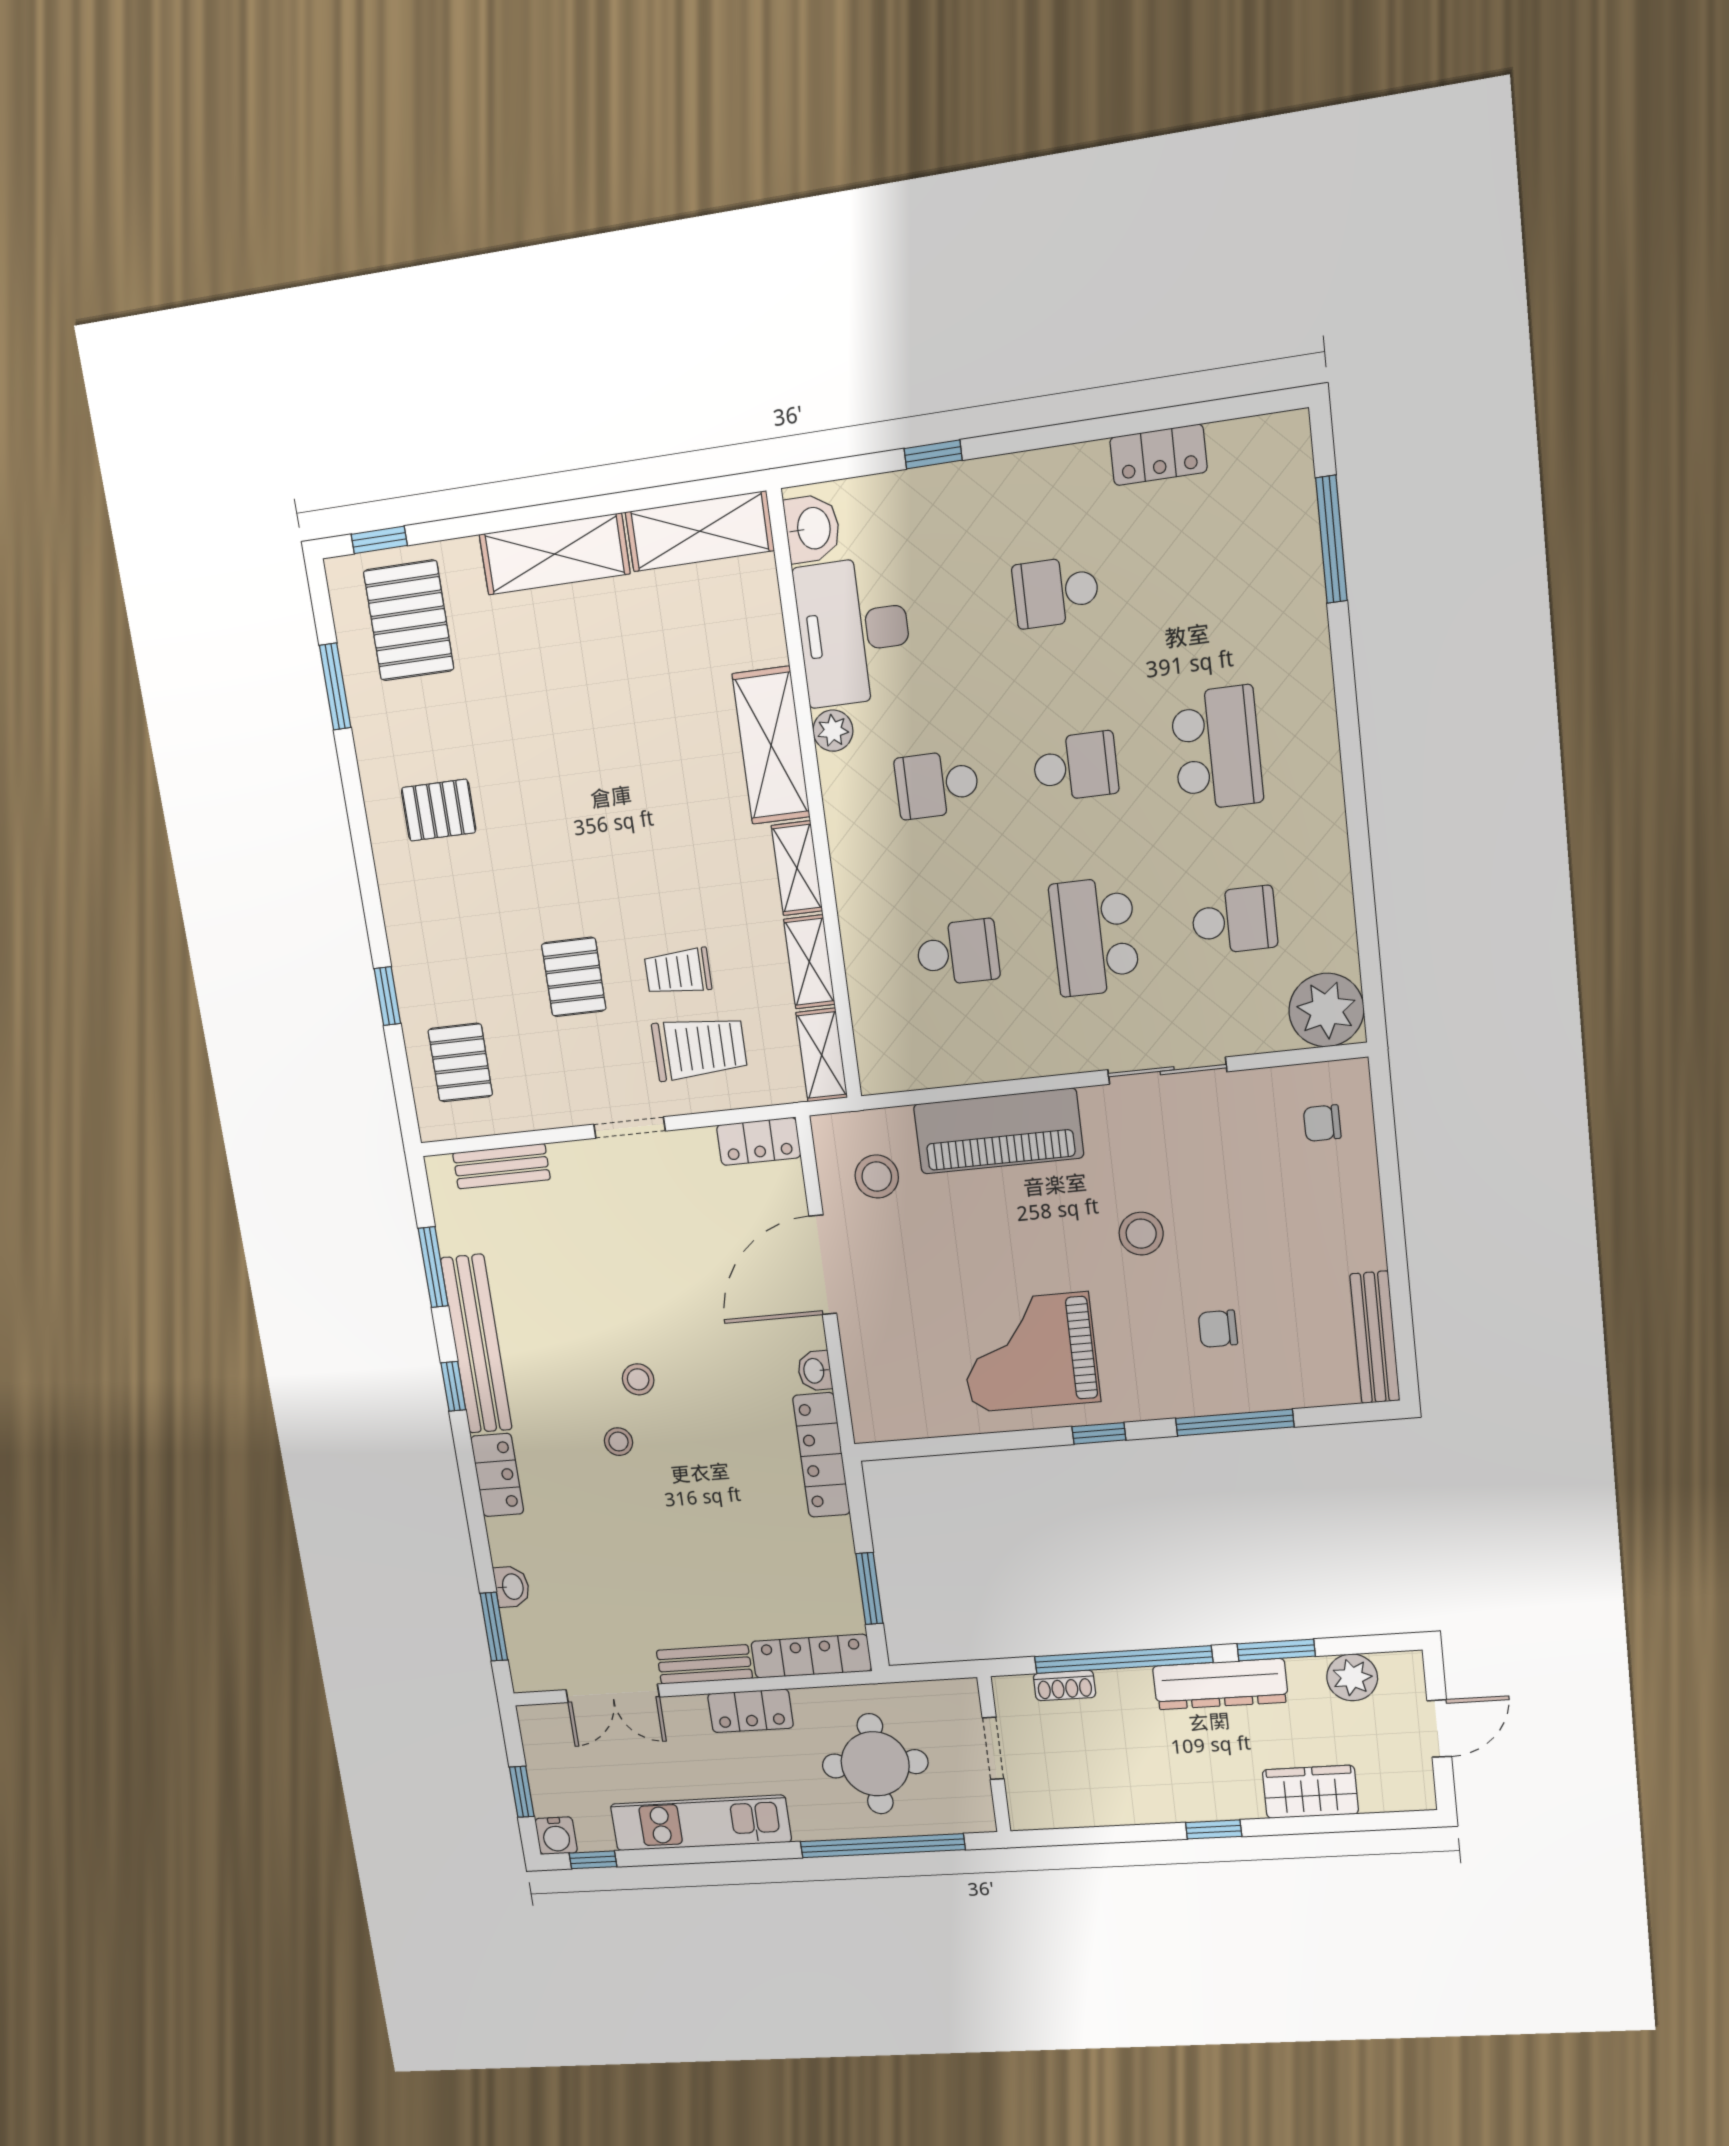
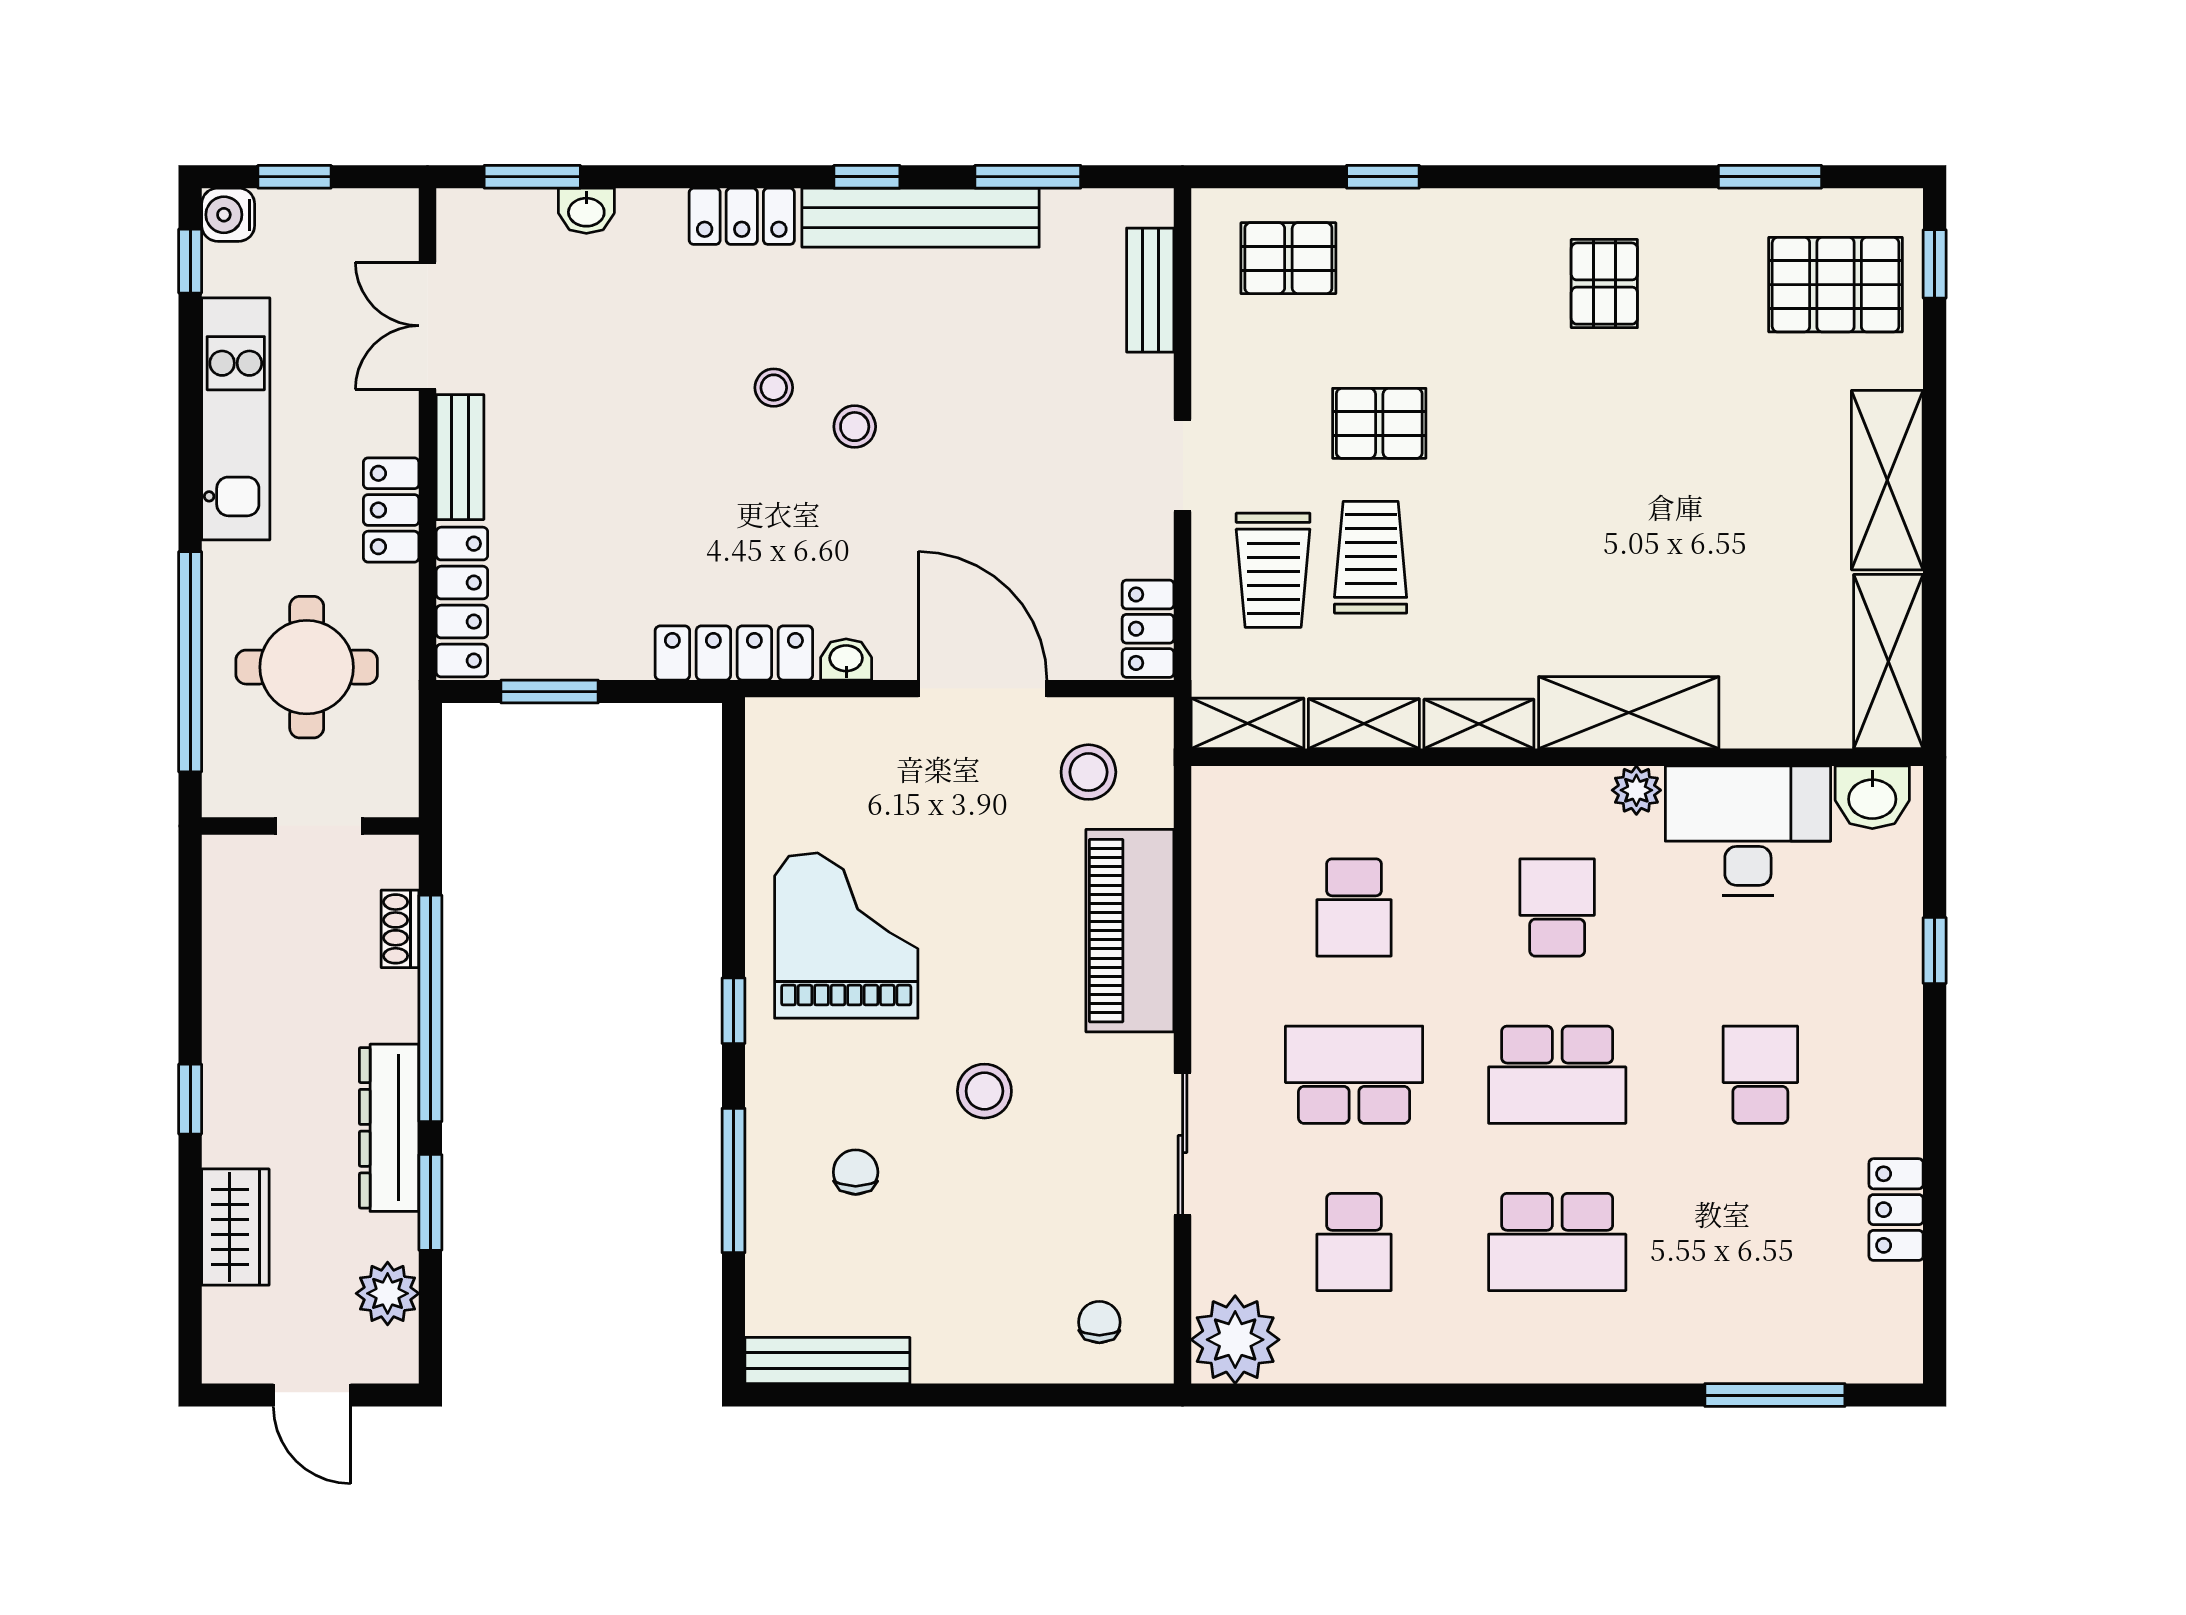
school desk: (1075, 767) -> (1557, 1075), width x1.85
trolley: (678, 972) -> (1371, 557), width x1.36, depth x1.39

